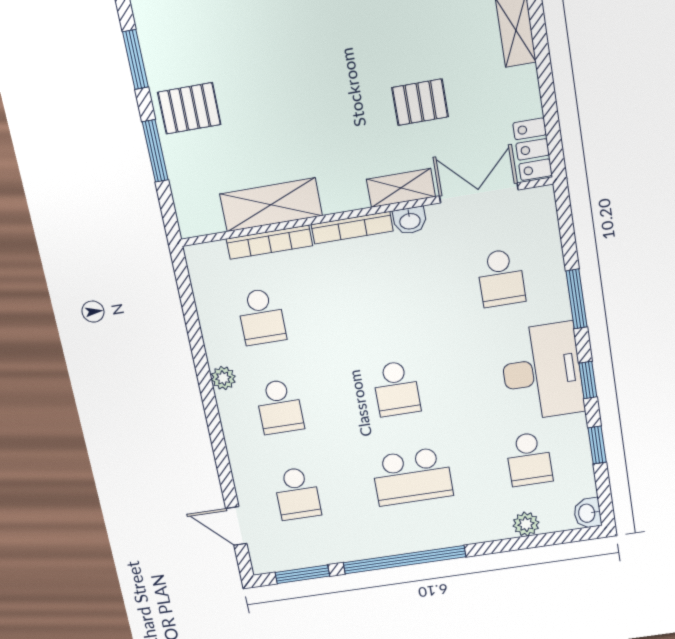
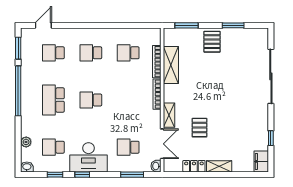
locker: (533, 149) -> (194, 166), moved
window: (155, 151) -> (187, 25), moved
washbasin: (410, 221) -> (156, 166), moved
window: (576, 299) -> (132, 175), moved
plant: (223, 378) -> (106, 33), removed

